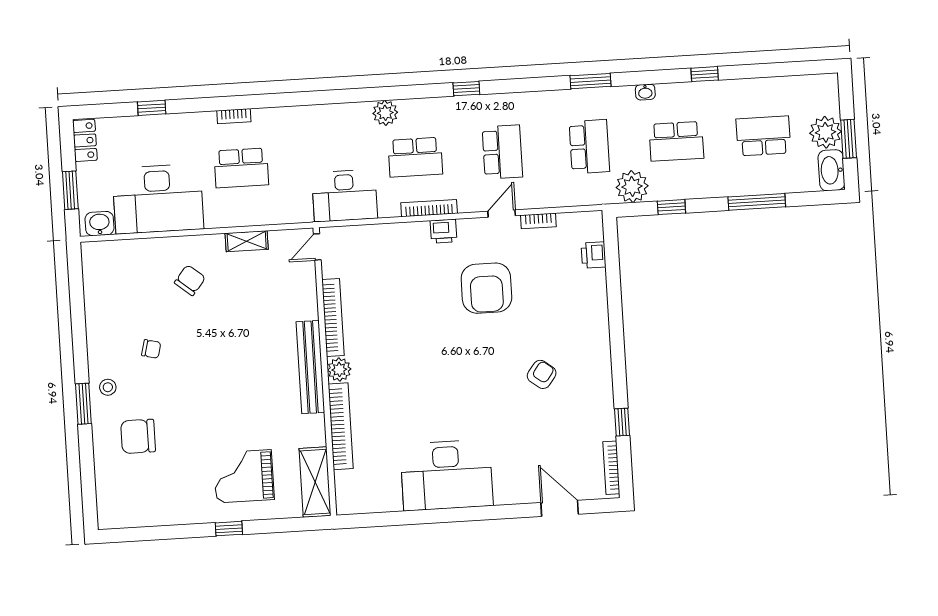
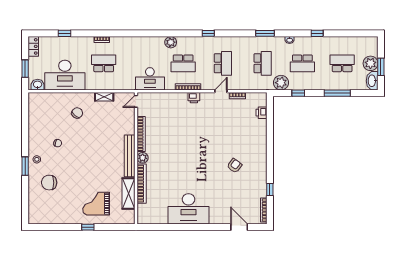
school desk: (241, 168) -> (104, 63), turned 180
armchair: (486, 288) -> (212, 125), removed
shelving: (315, 482) -> (128, 194), moved

